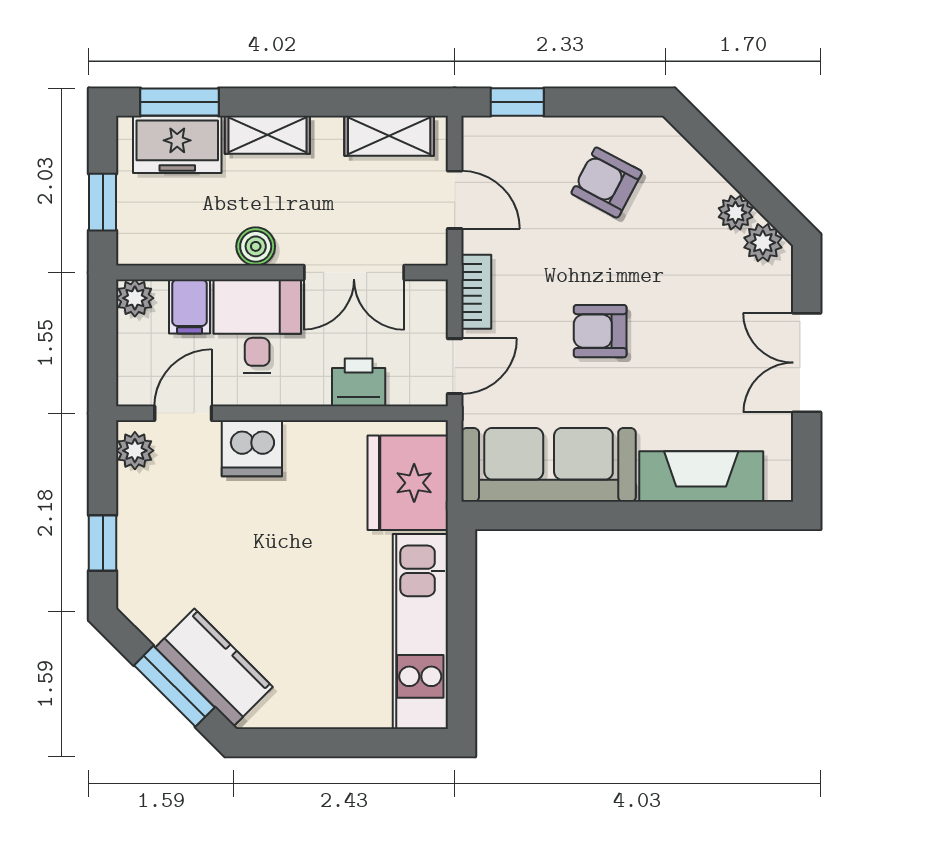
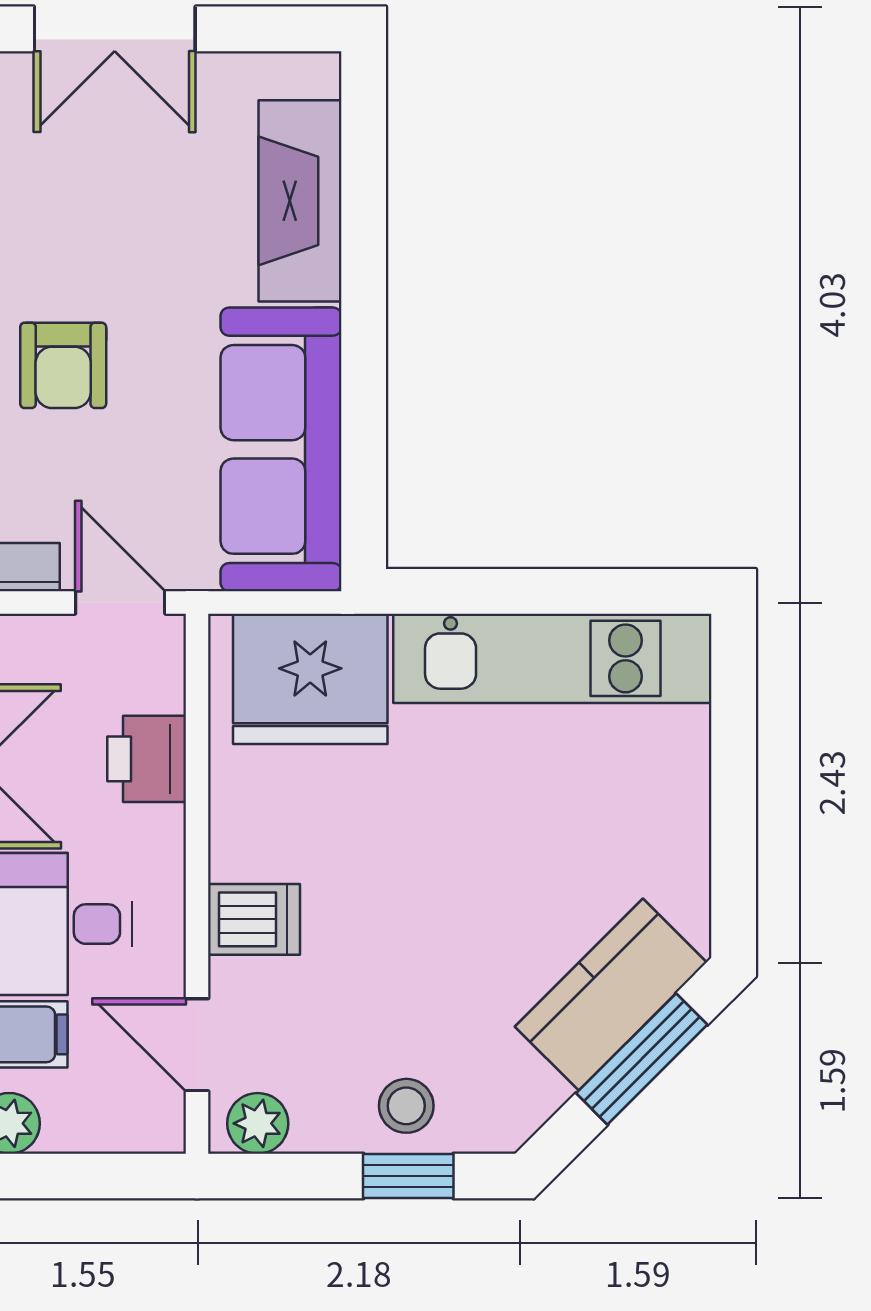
dishwasher: (252, 448) -> (254, 919), width x0.73
stool: (146, 542) -> (406, 1106), added

